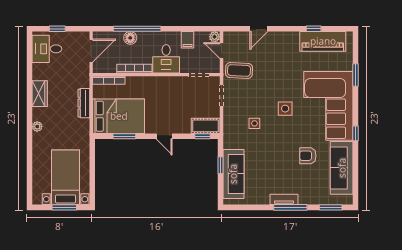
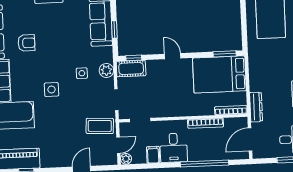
floor lamp: (130, 38) -> (211, 154), removed
door: (221, 51) -> (118, 145), hinge flipped
desk: (166, 59) -> (174, 148), moved, turned 180
dresser: (84, 103) -> (256, 107), moved
plant: (230, 125) -> (106, 70), added
window: (124, 136) -> (225, 54), moved

